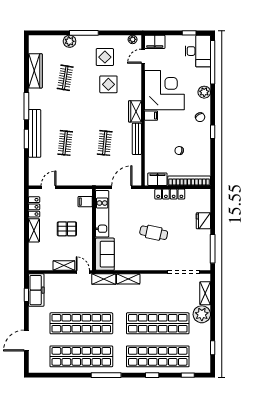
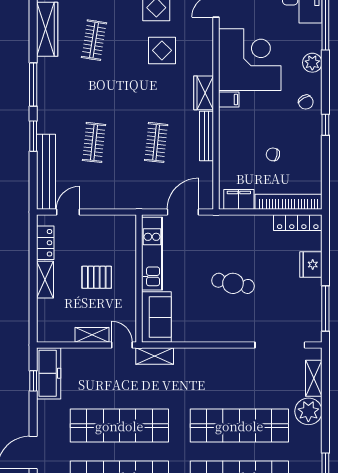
bench: (35, 133) -> (46, 172), moved
locker: (170, 194) -> (298, 223), moved
filing cabinet: (85, 202) -> (125, 234), removed
shelving: (128, 279) -> (193, 356), removed

